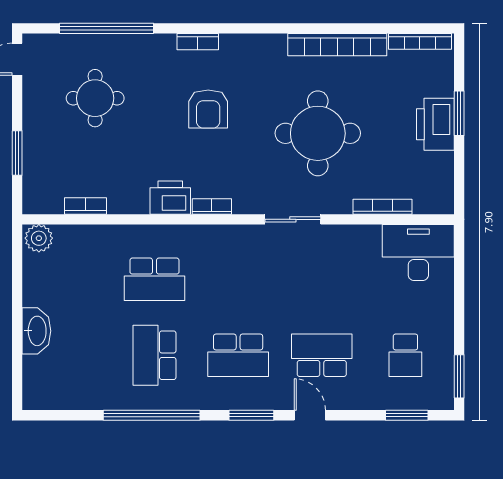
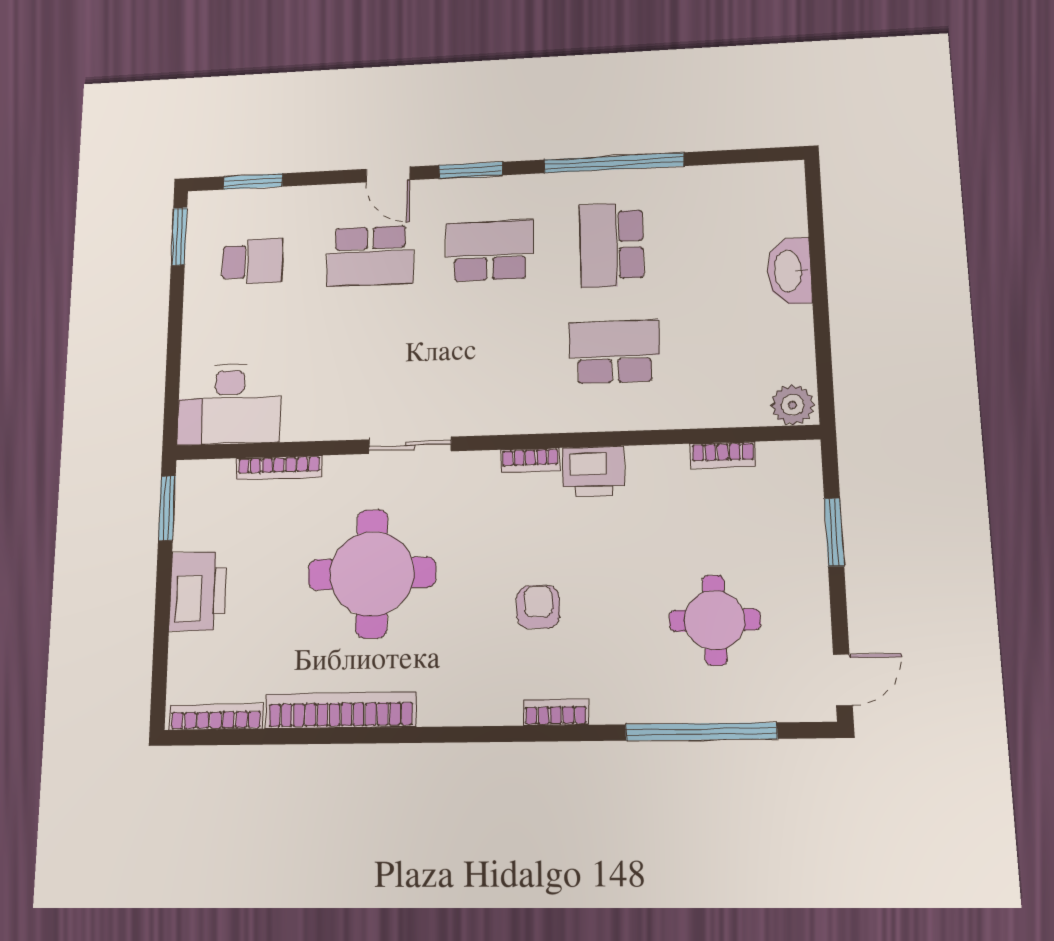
armchair: (208, 109) -> (538, 607), width x0.72, depth x0.72
window: (459, 113) -> (167, 508), moved
school desk: (154, 355) -> (612, 245), turned 180
school desk: (405, 355) -> (252, 261), turned 90

